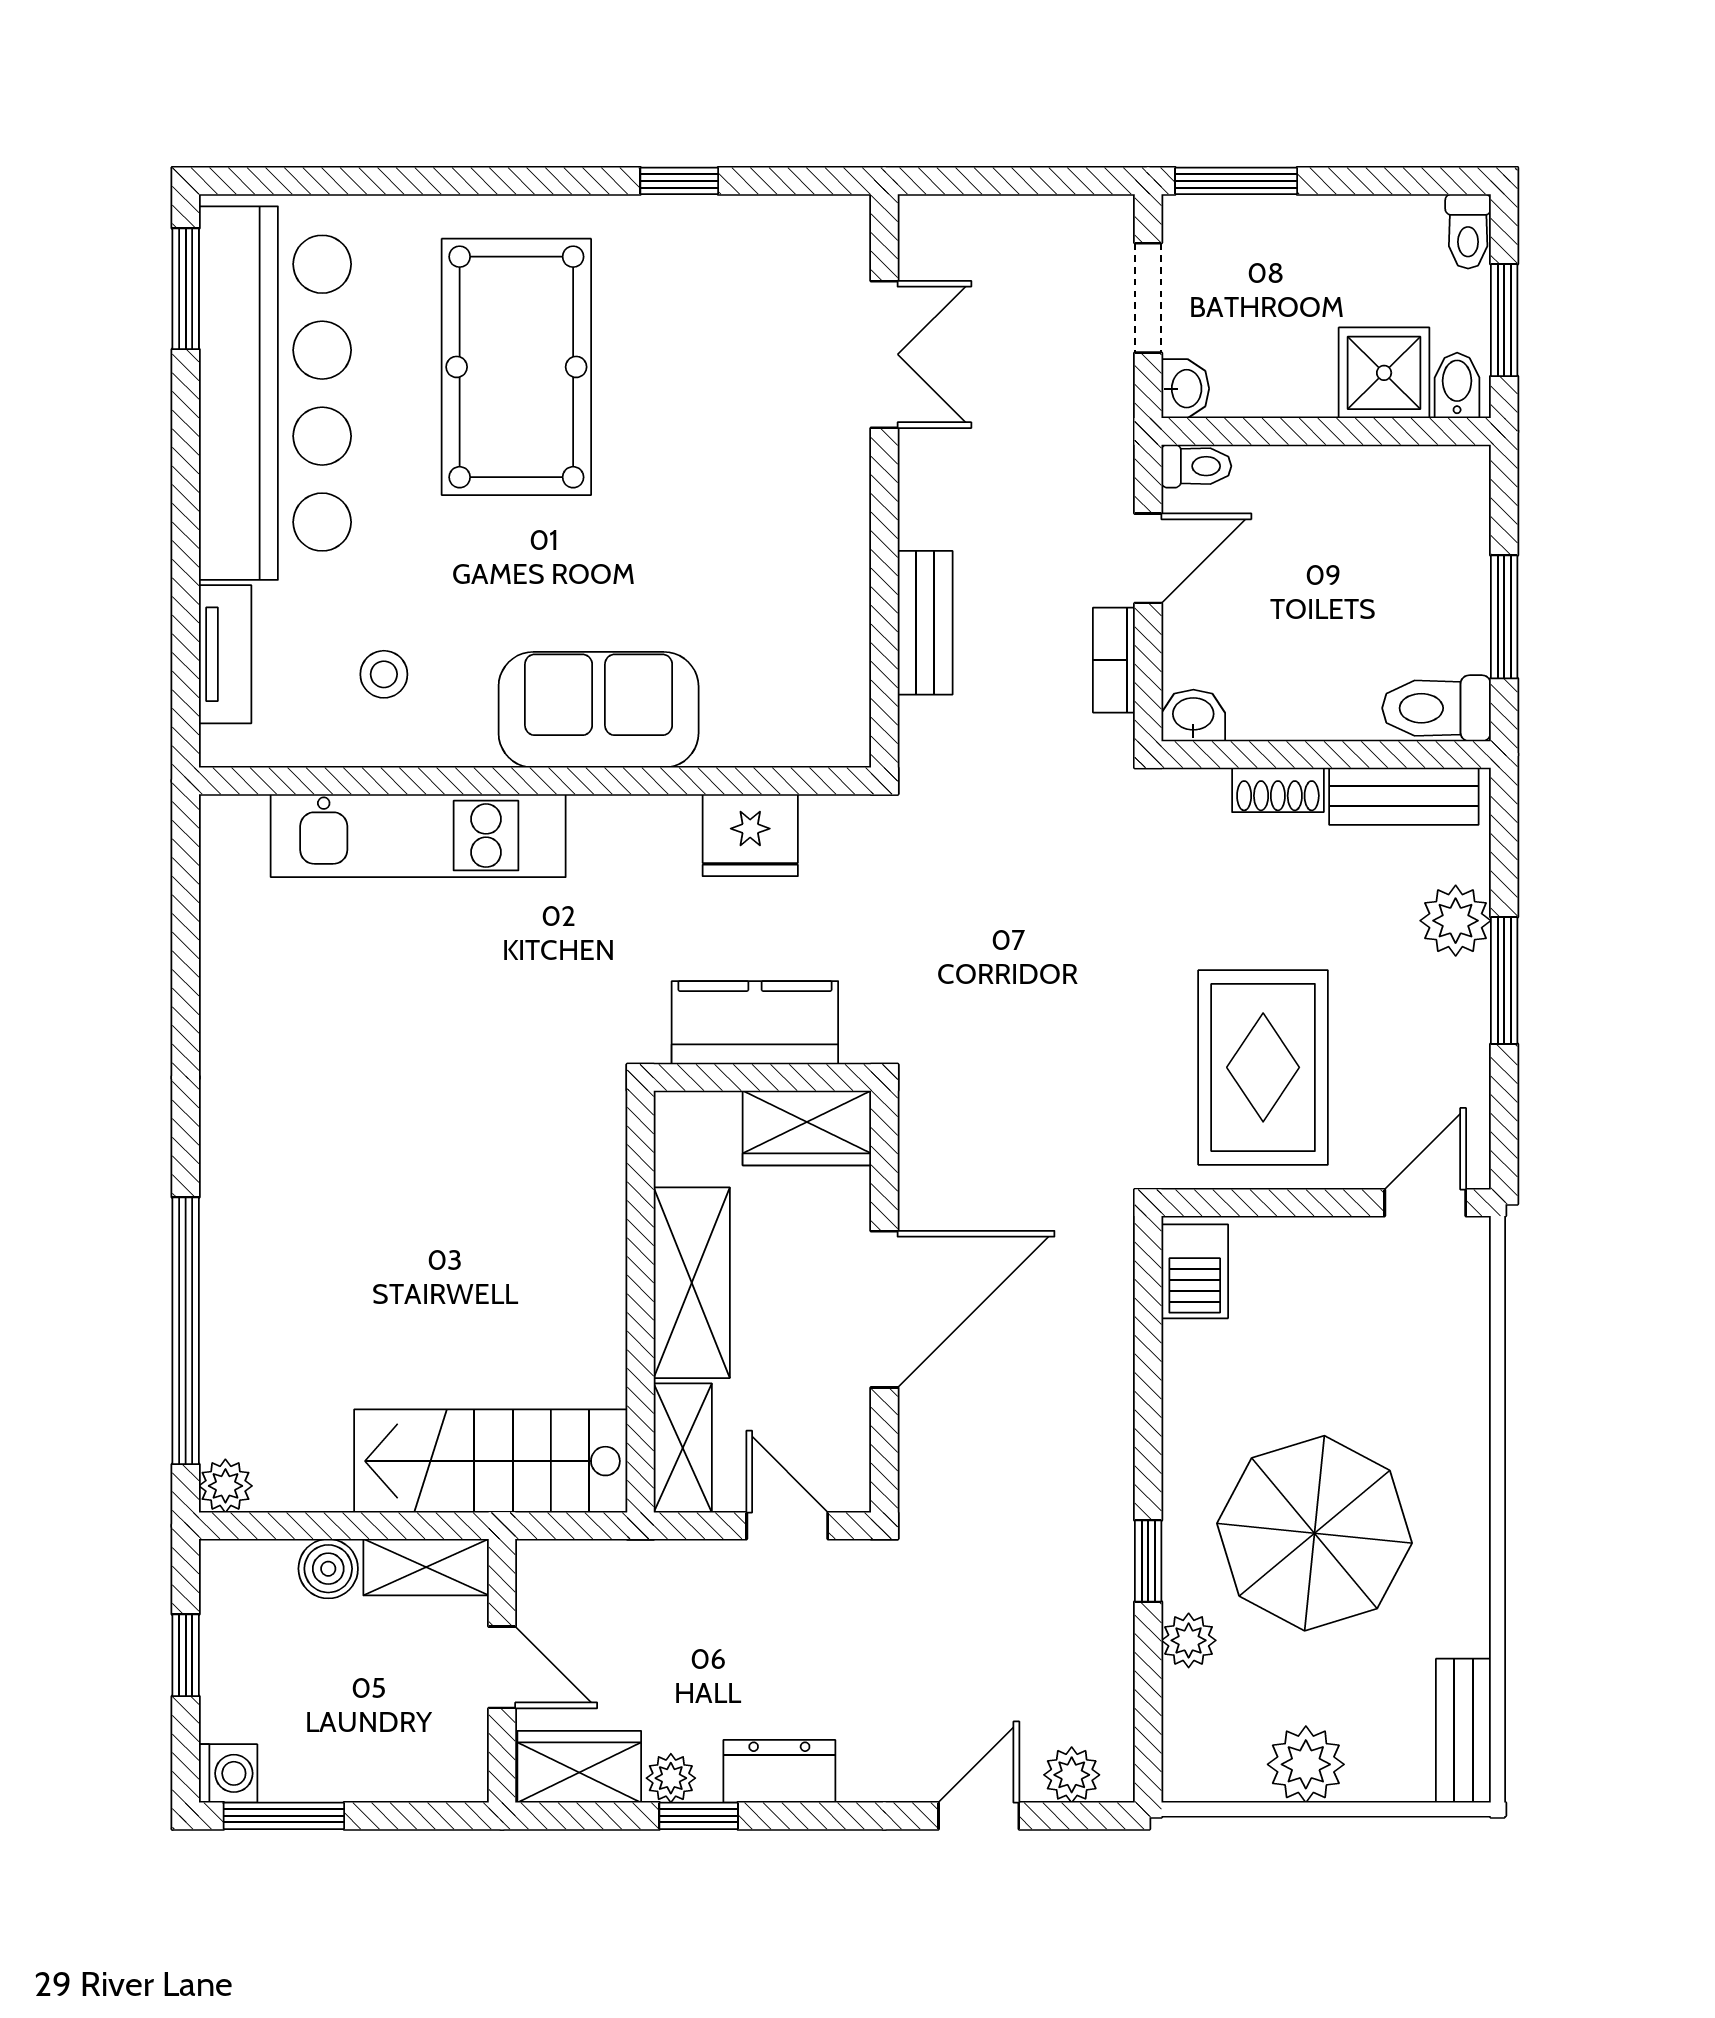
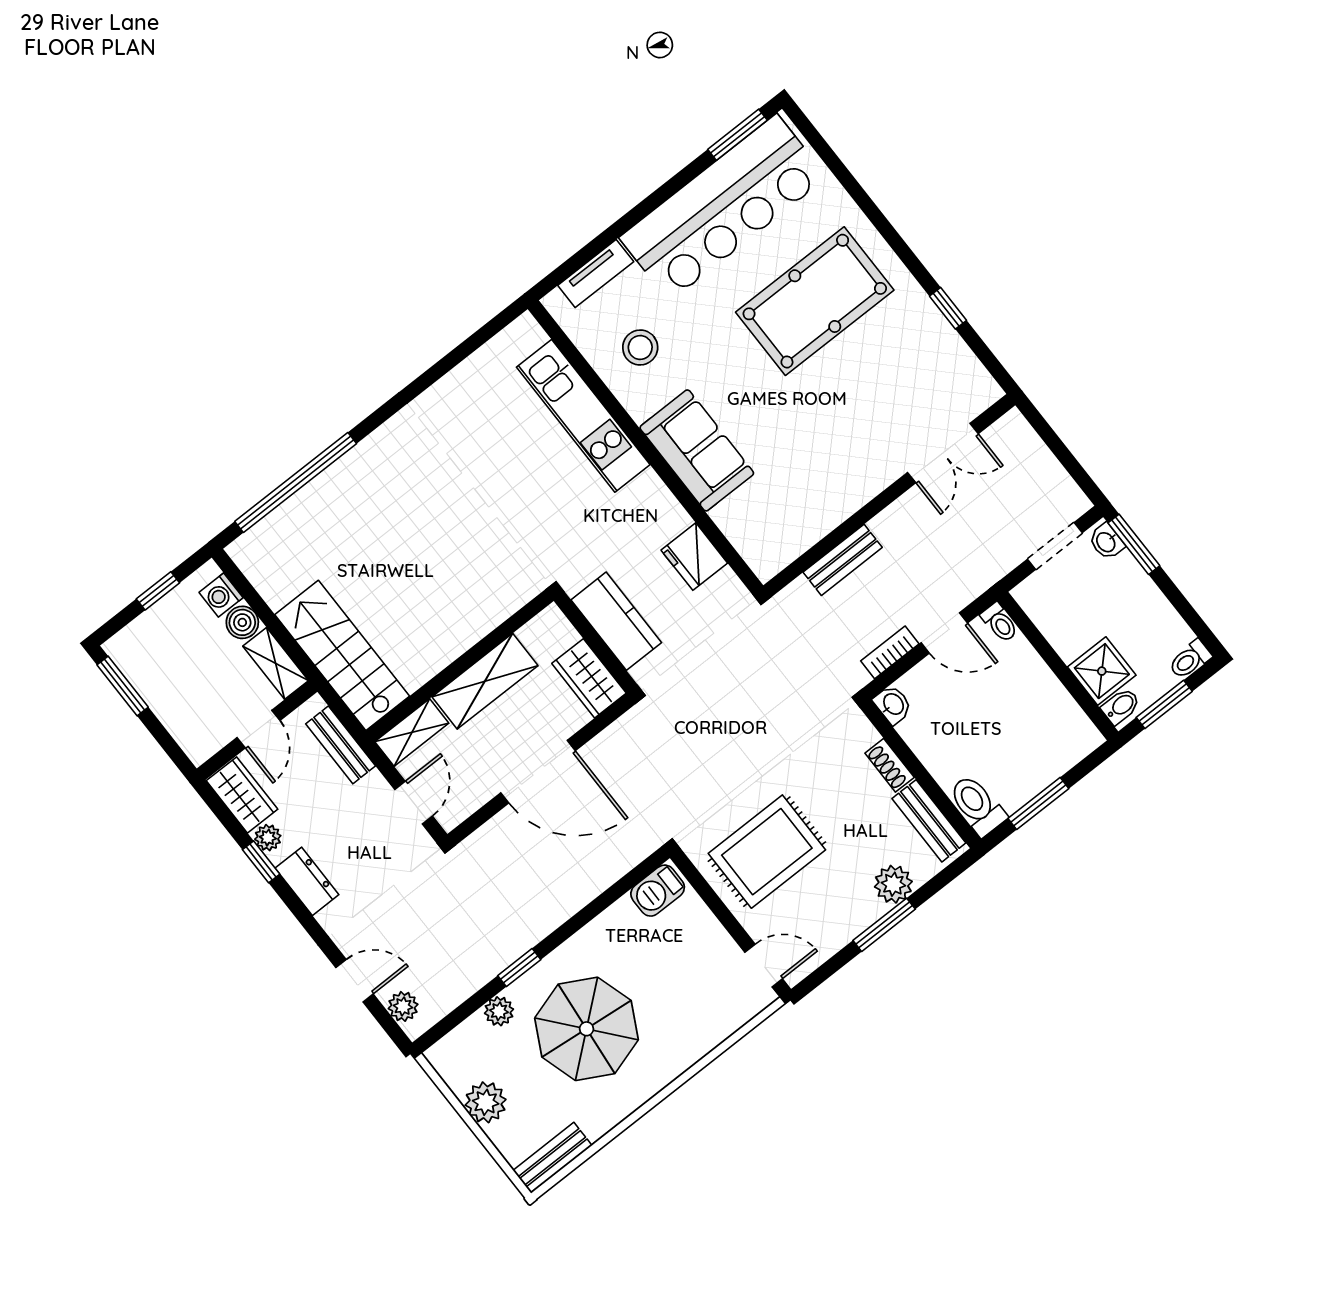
washbasin: (1185, 389) -> (1106, 542), moved, turned 90
stool: (384, 674) -> (640, 348), width x1.37, depth x1.37
plant: (225, 1486) -> (243, 551), removed
bench: (619, 1566) -> (341, 745), added
washing machine: (228, 1773) -> (221, 595), moved, turned 90

